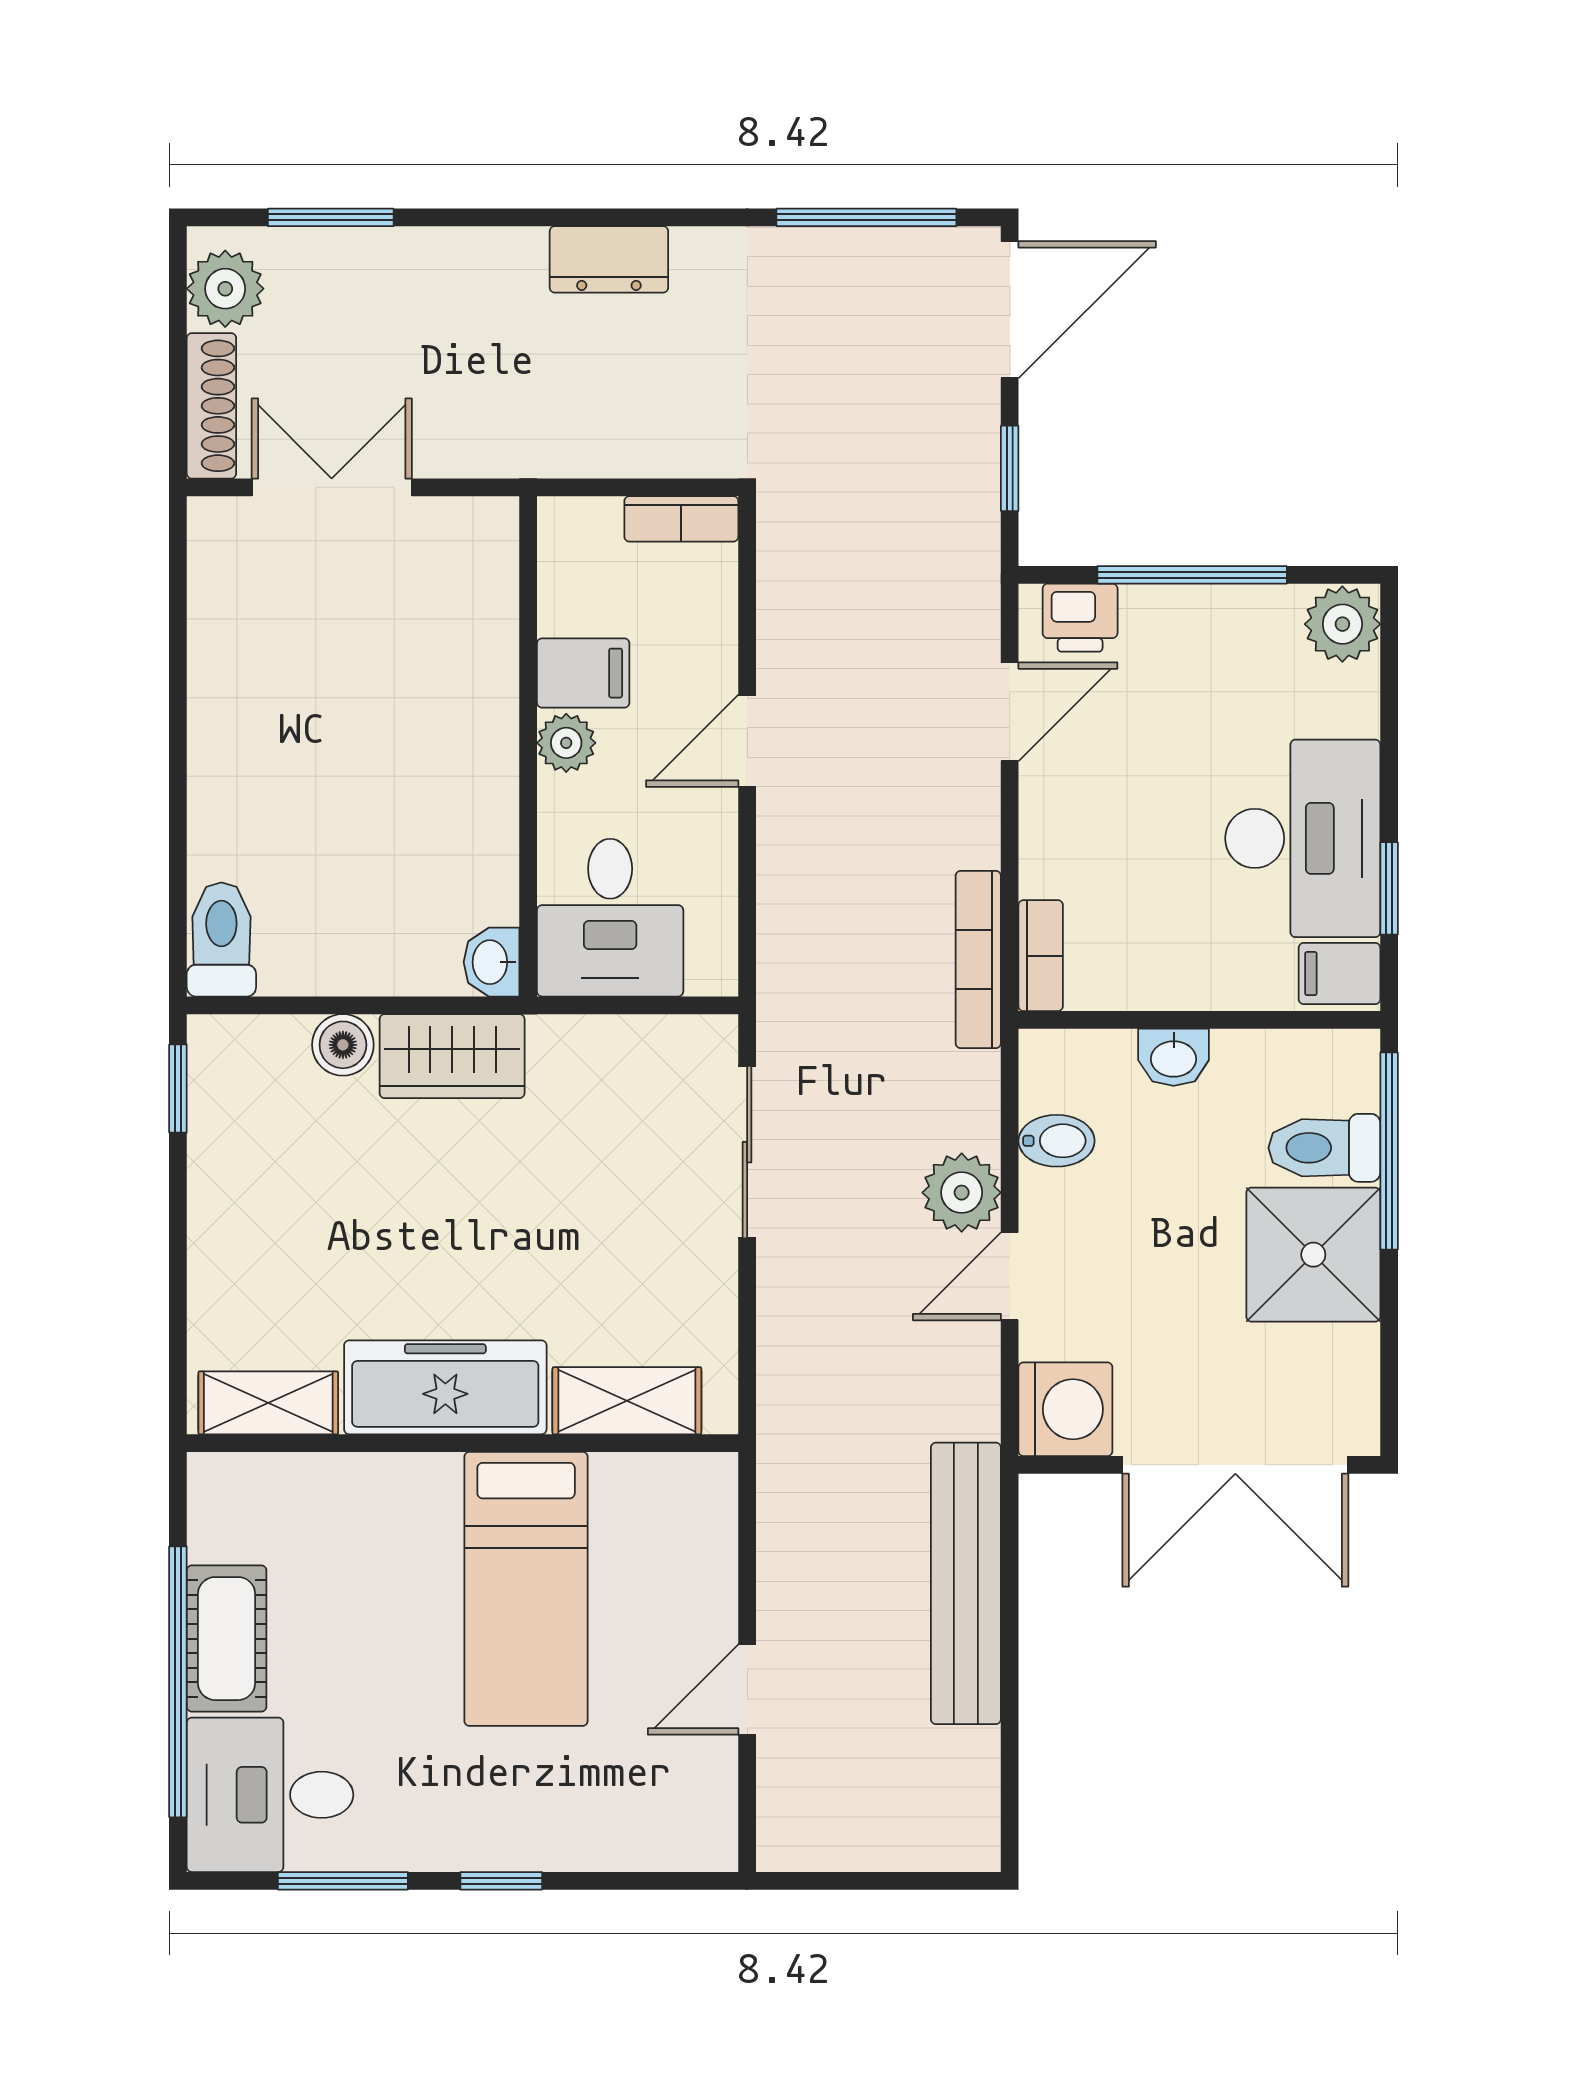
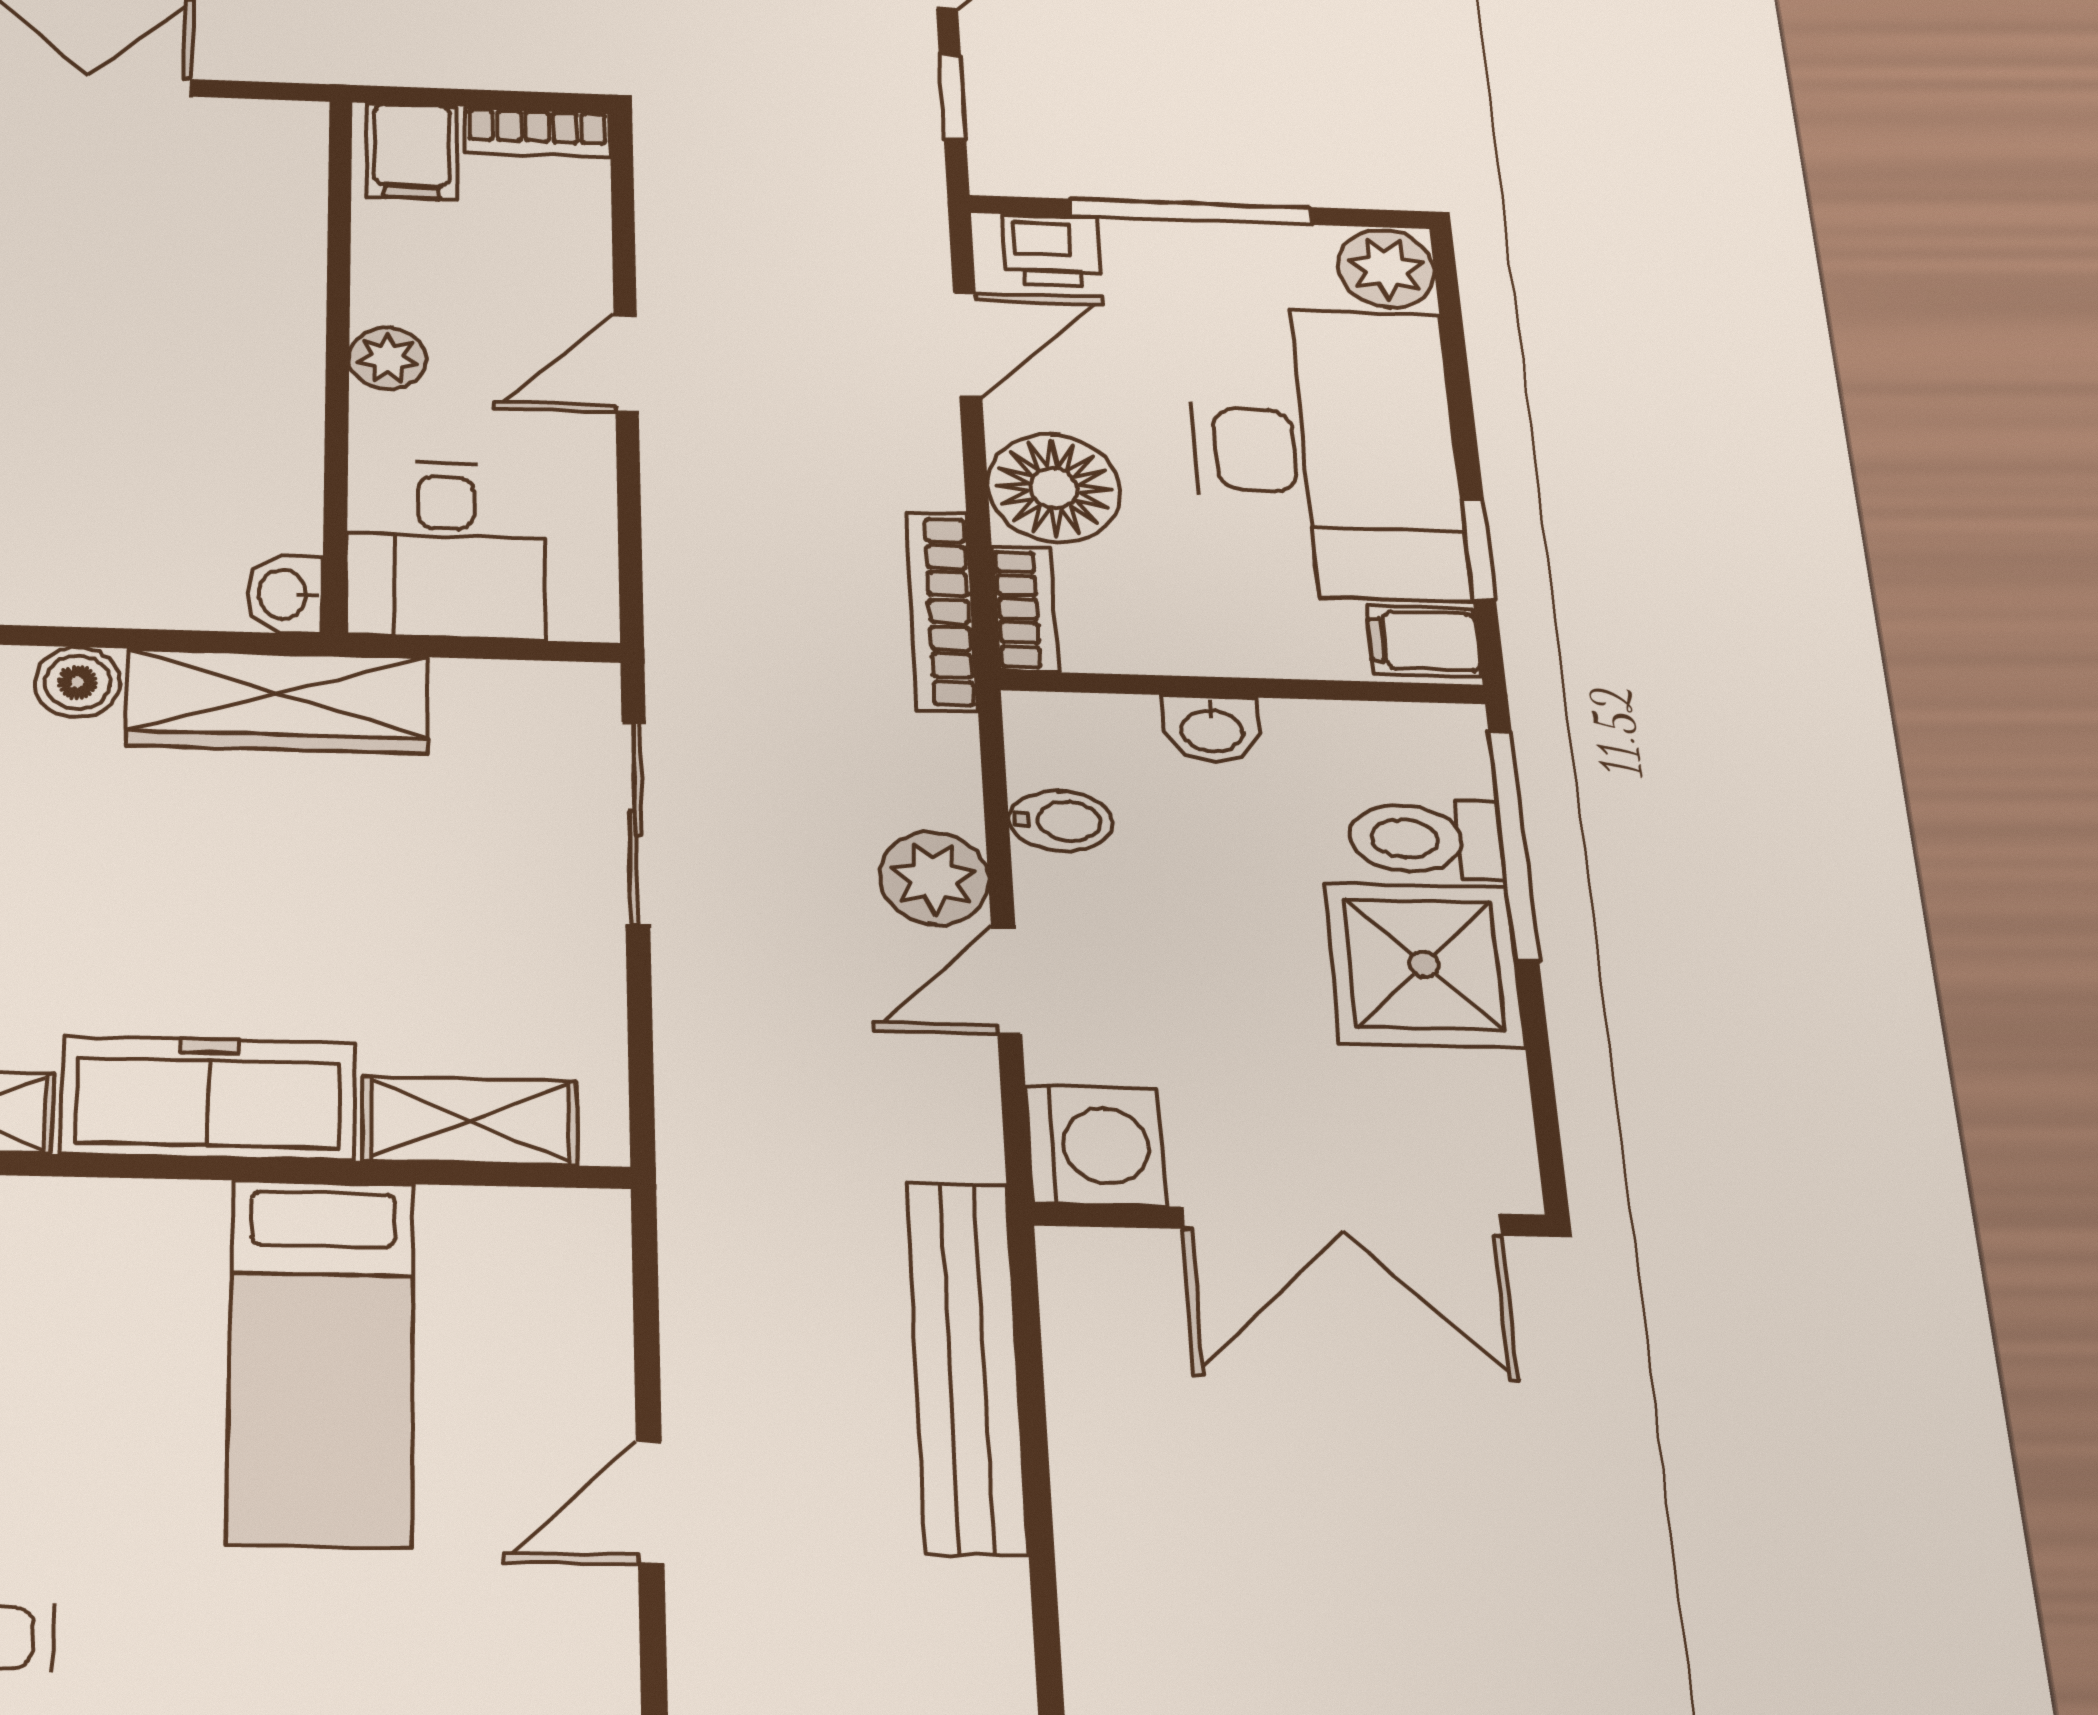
filing cabinet: (583, 673) -> (412, 151), moved, turned 90
desk: (1303, 838) -> (1325, 452), width x1.36, depth x1.30
floor lamp: (1069, 844) -> (1054, 488), added
wardrobe: (452, 1056) -> (278, 701), width x1.50

